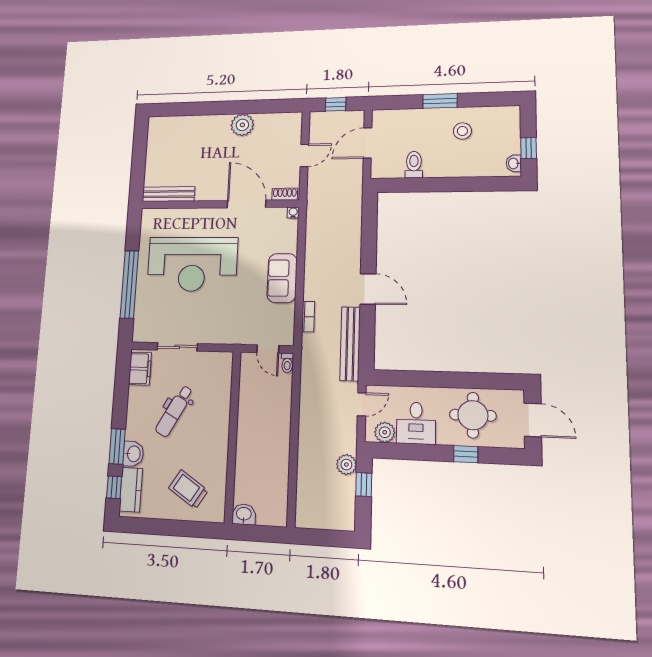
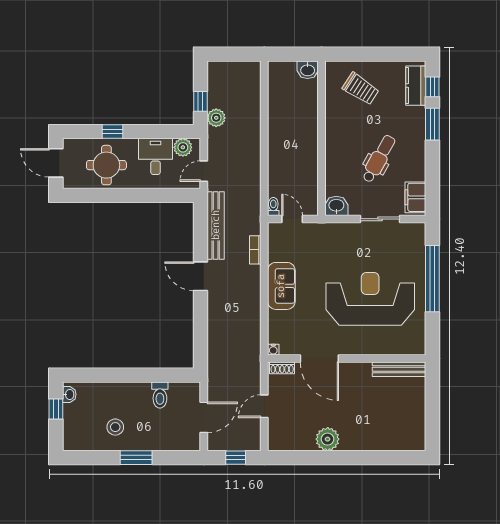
washbasin: (133, 454) -> (336, 206), moved, turned 90

